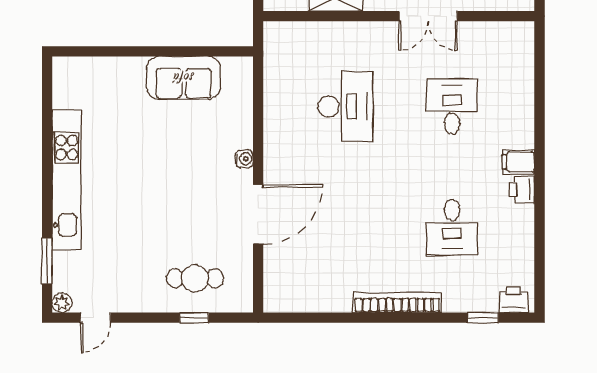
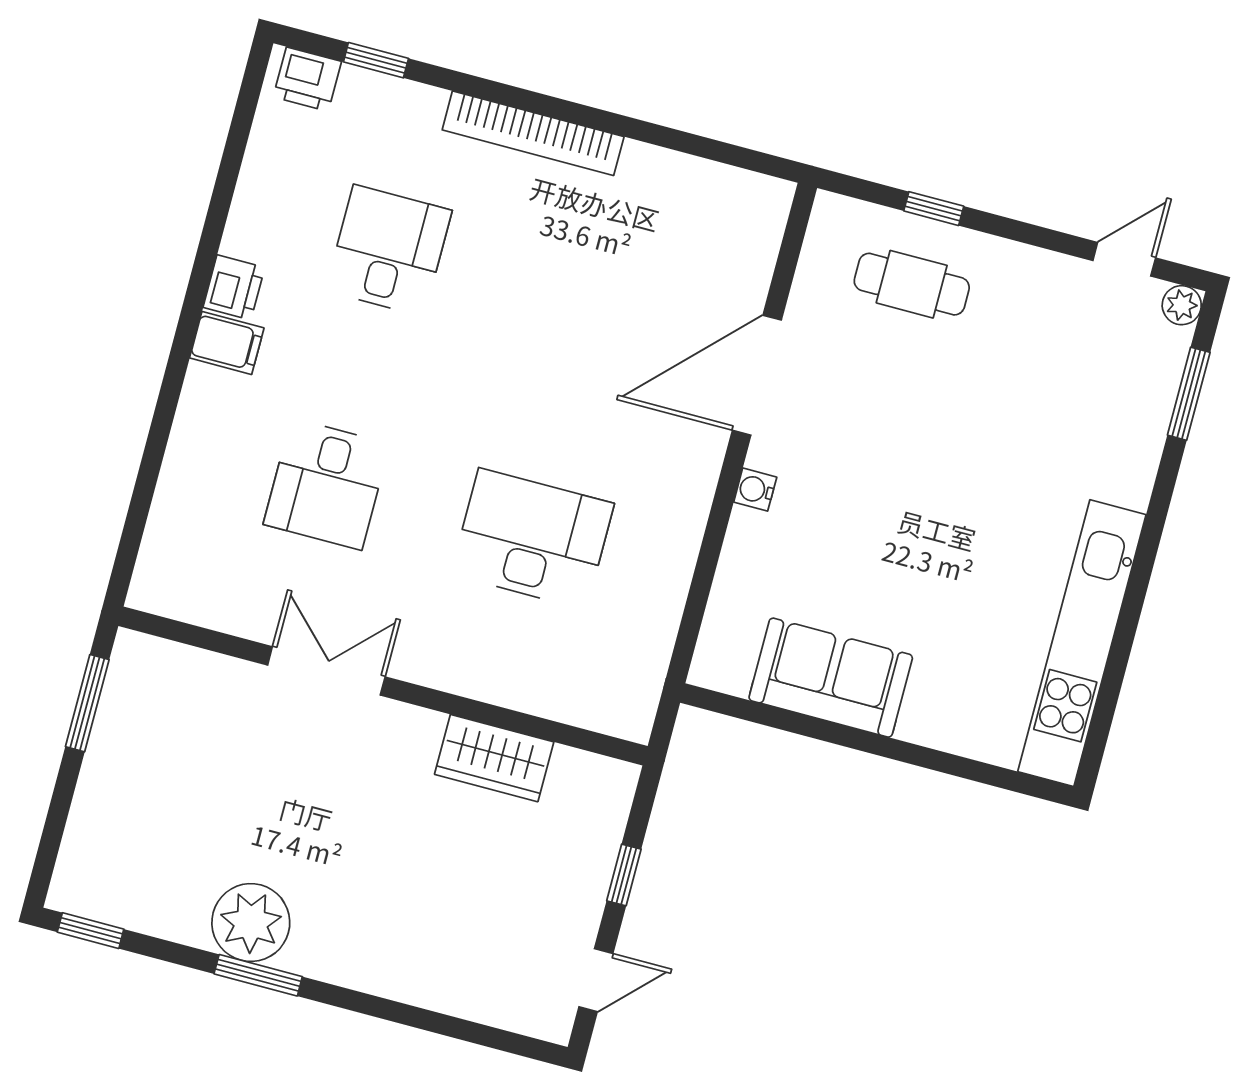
desk: (346, 107) -> (532, 539), turned 90
kitchen unit: (67, 180) -> (1082, 643), moved

